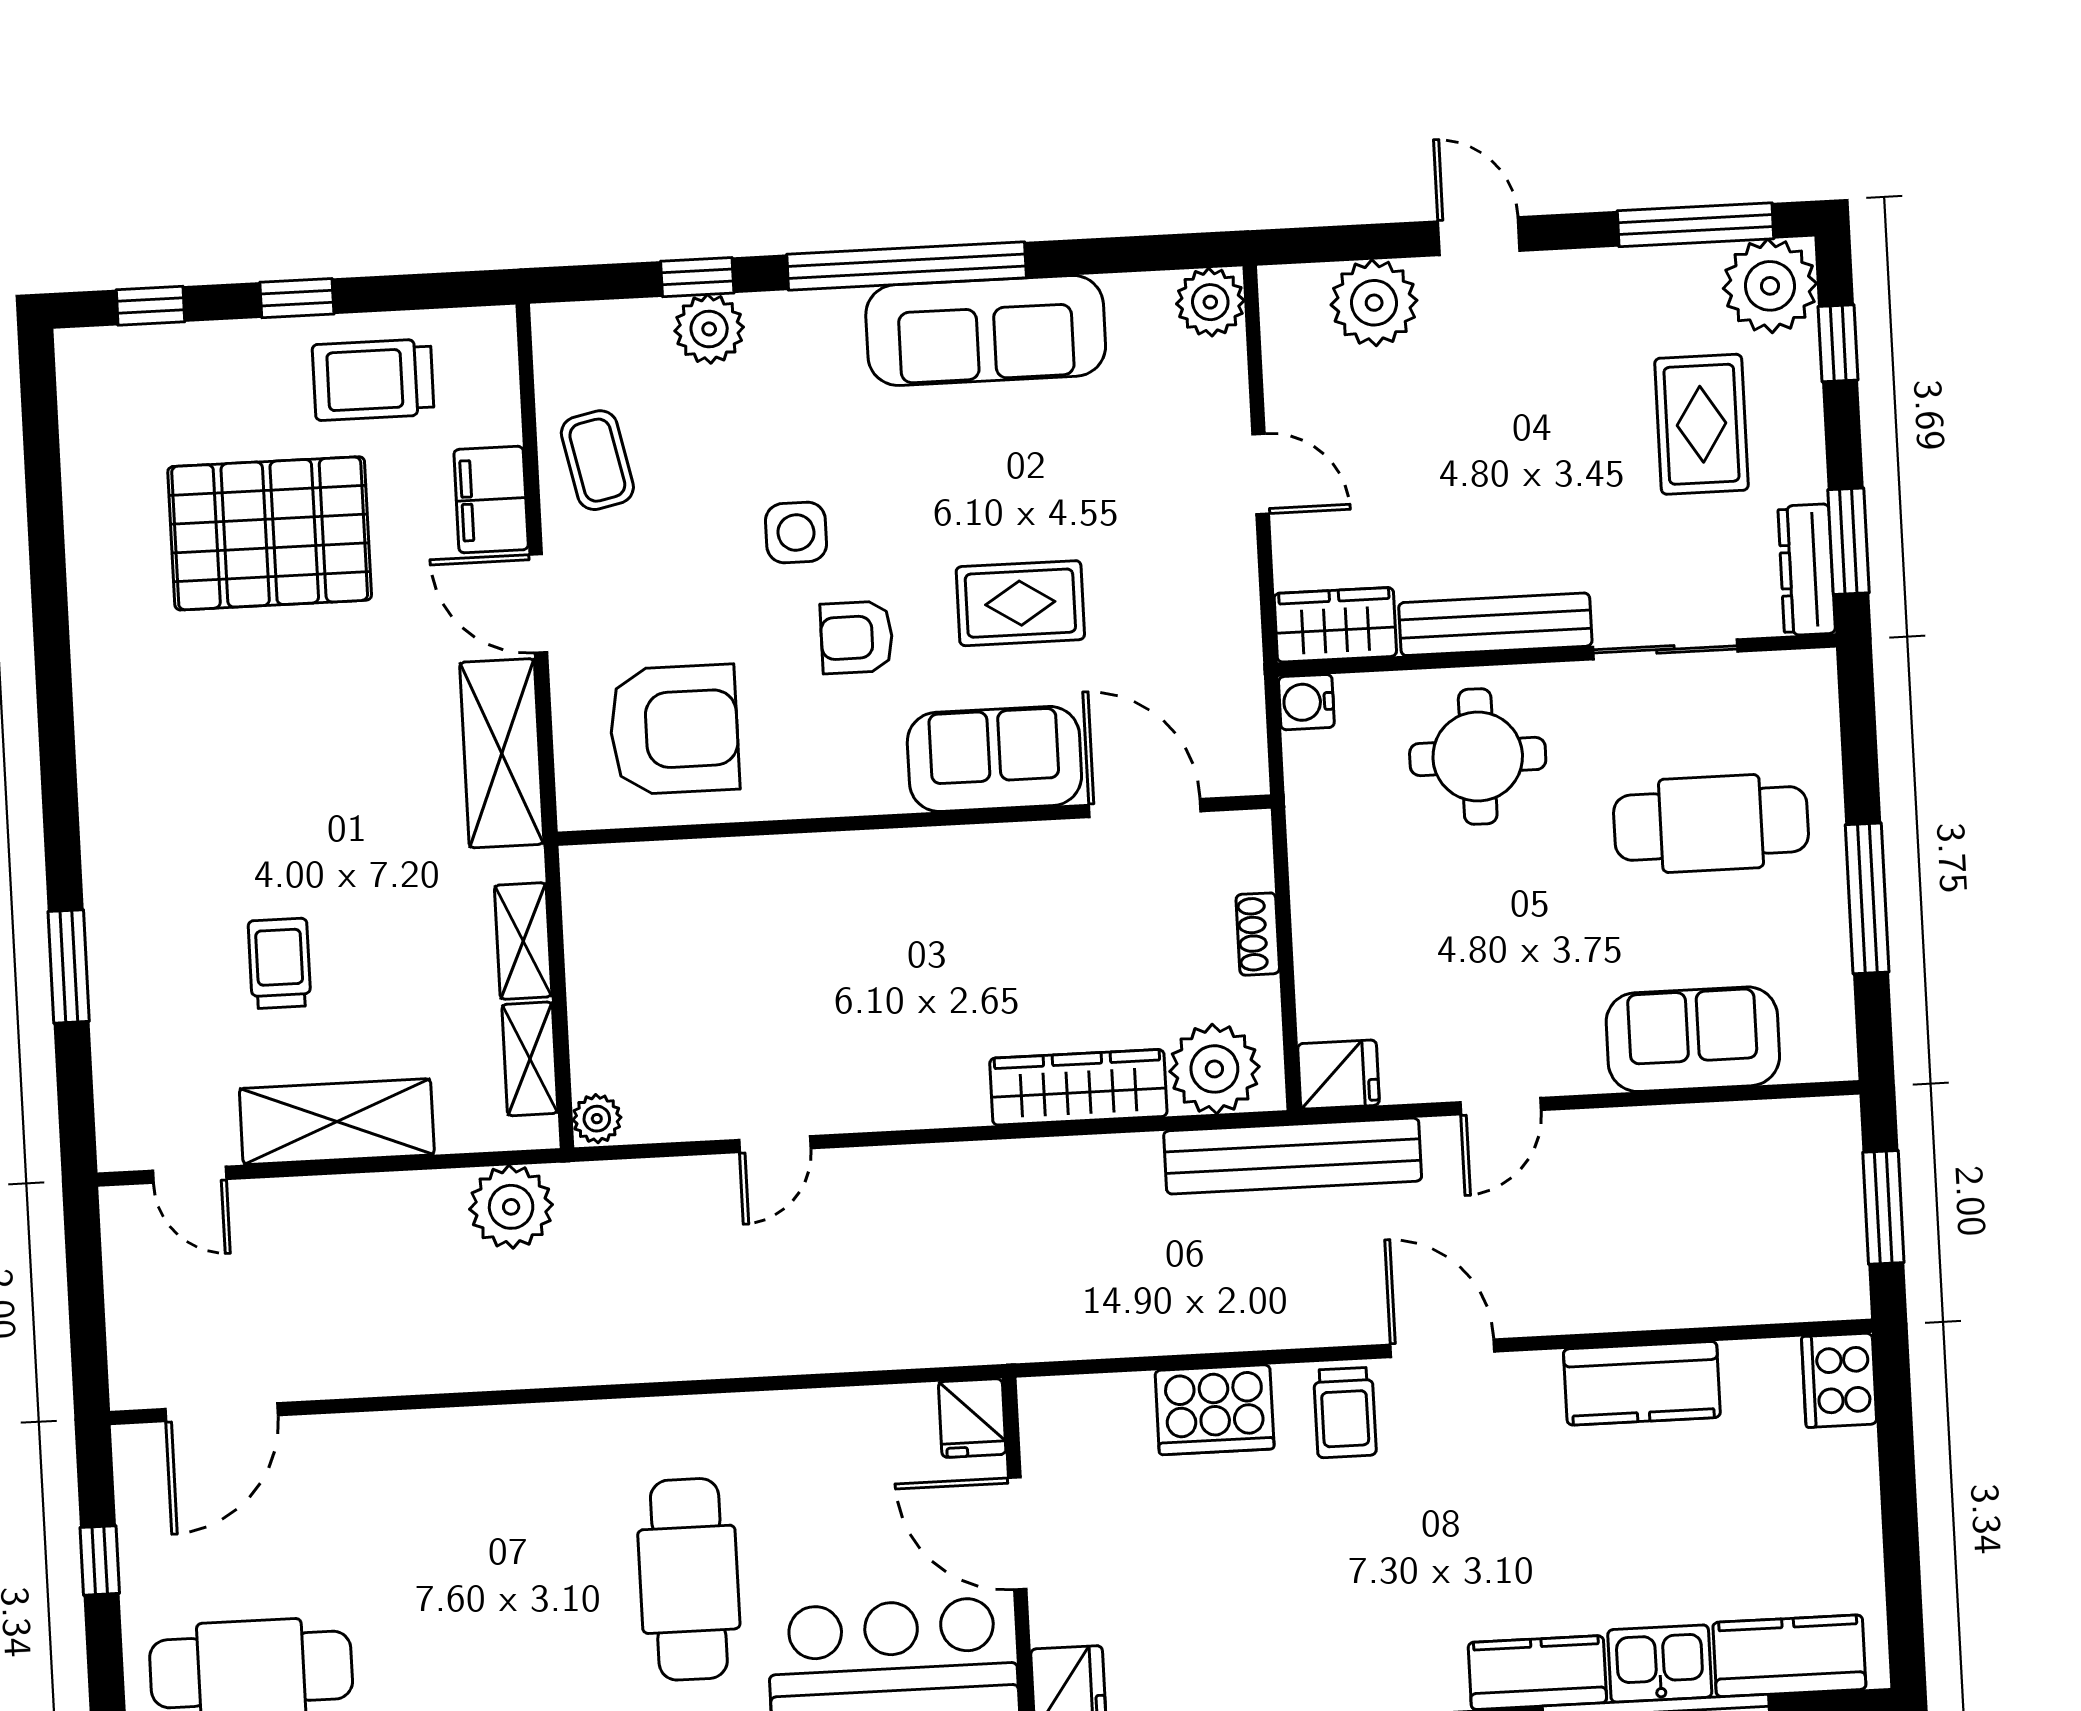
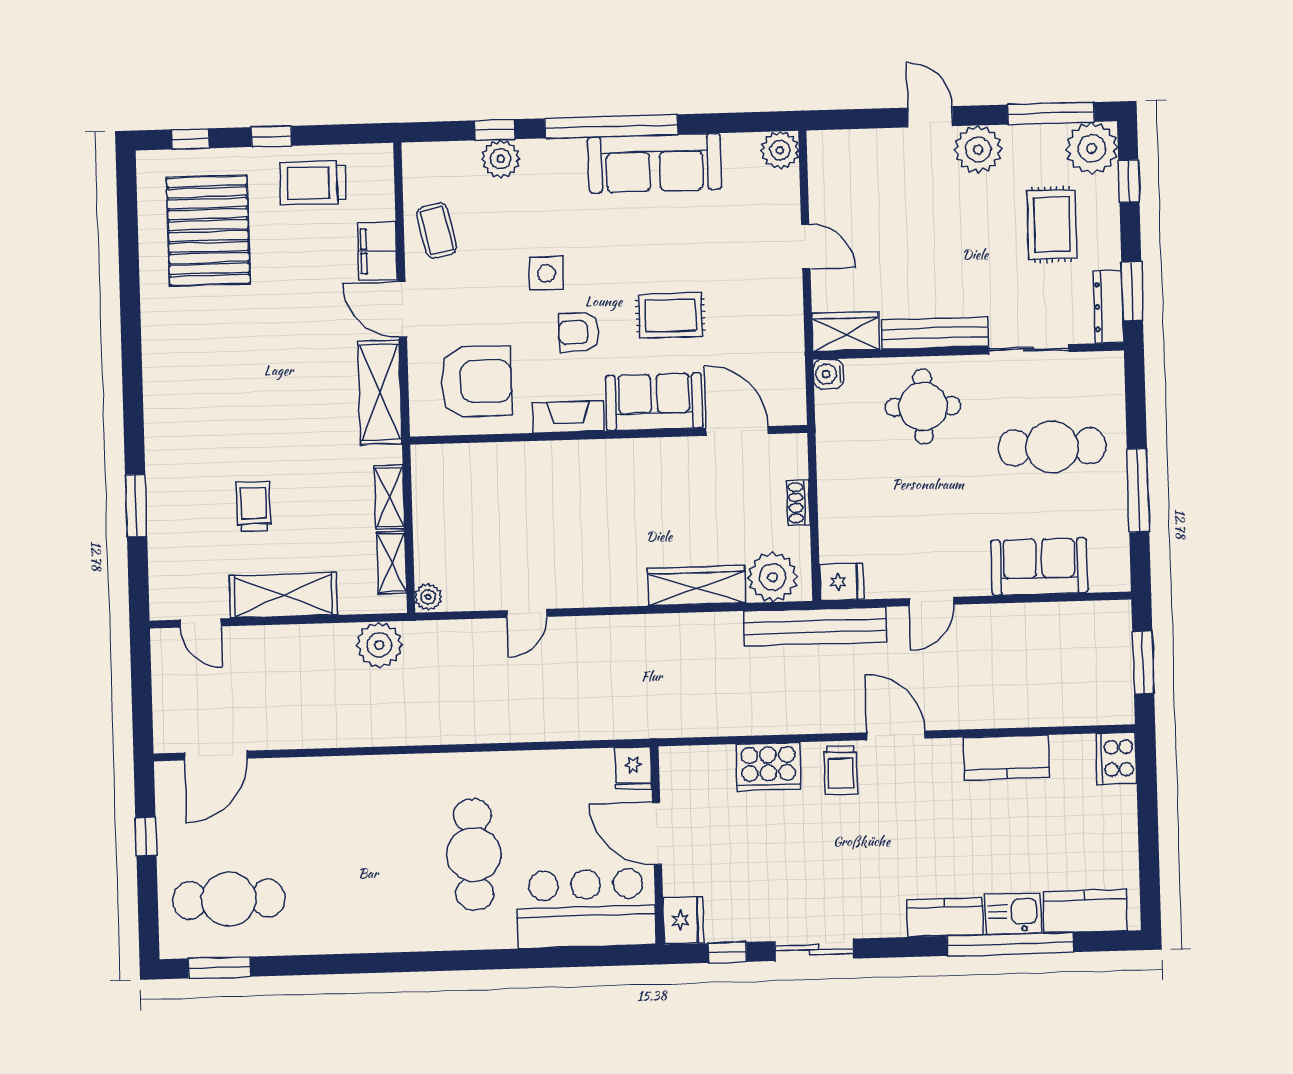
plant: (1374, 303) -> (978, 149), moved
pallet: (270, 533) -> (208, 231), moved, turned 90
fireplace: (841, 790) -> (568, 417), added

